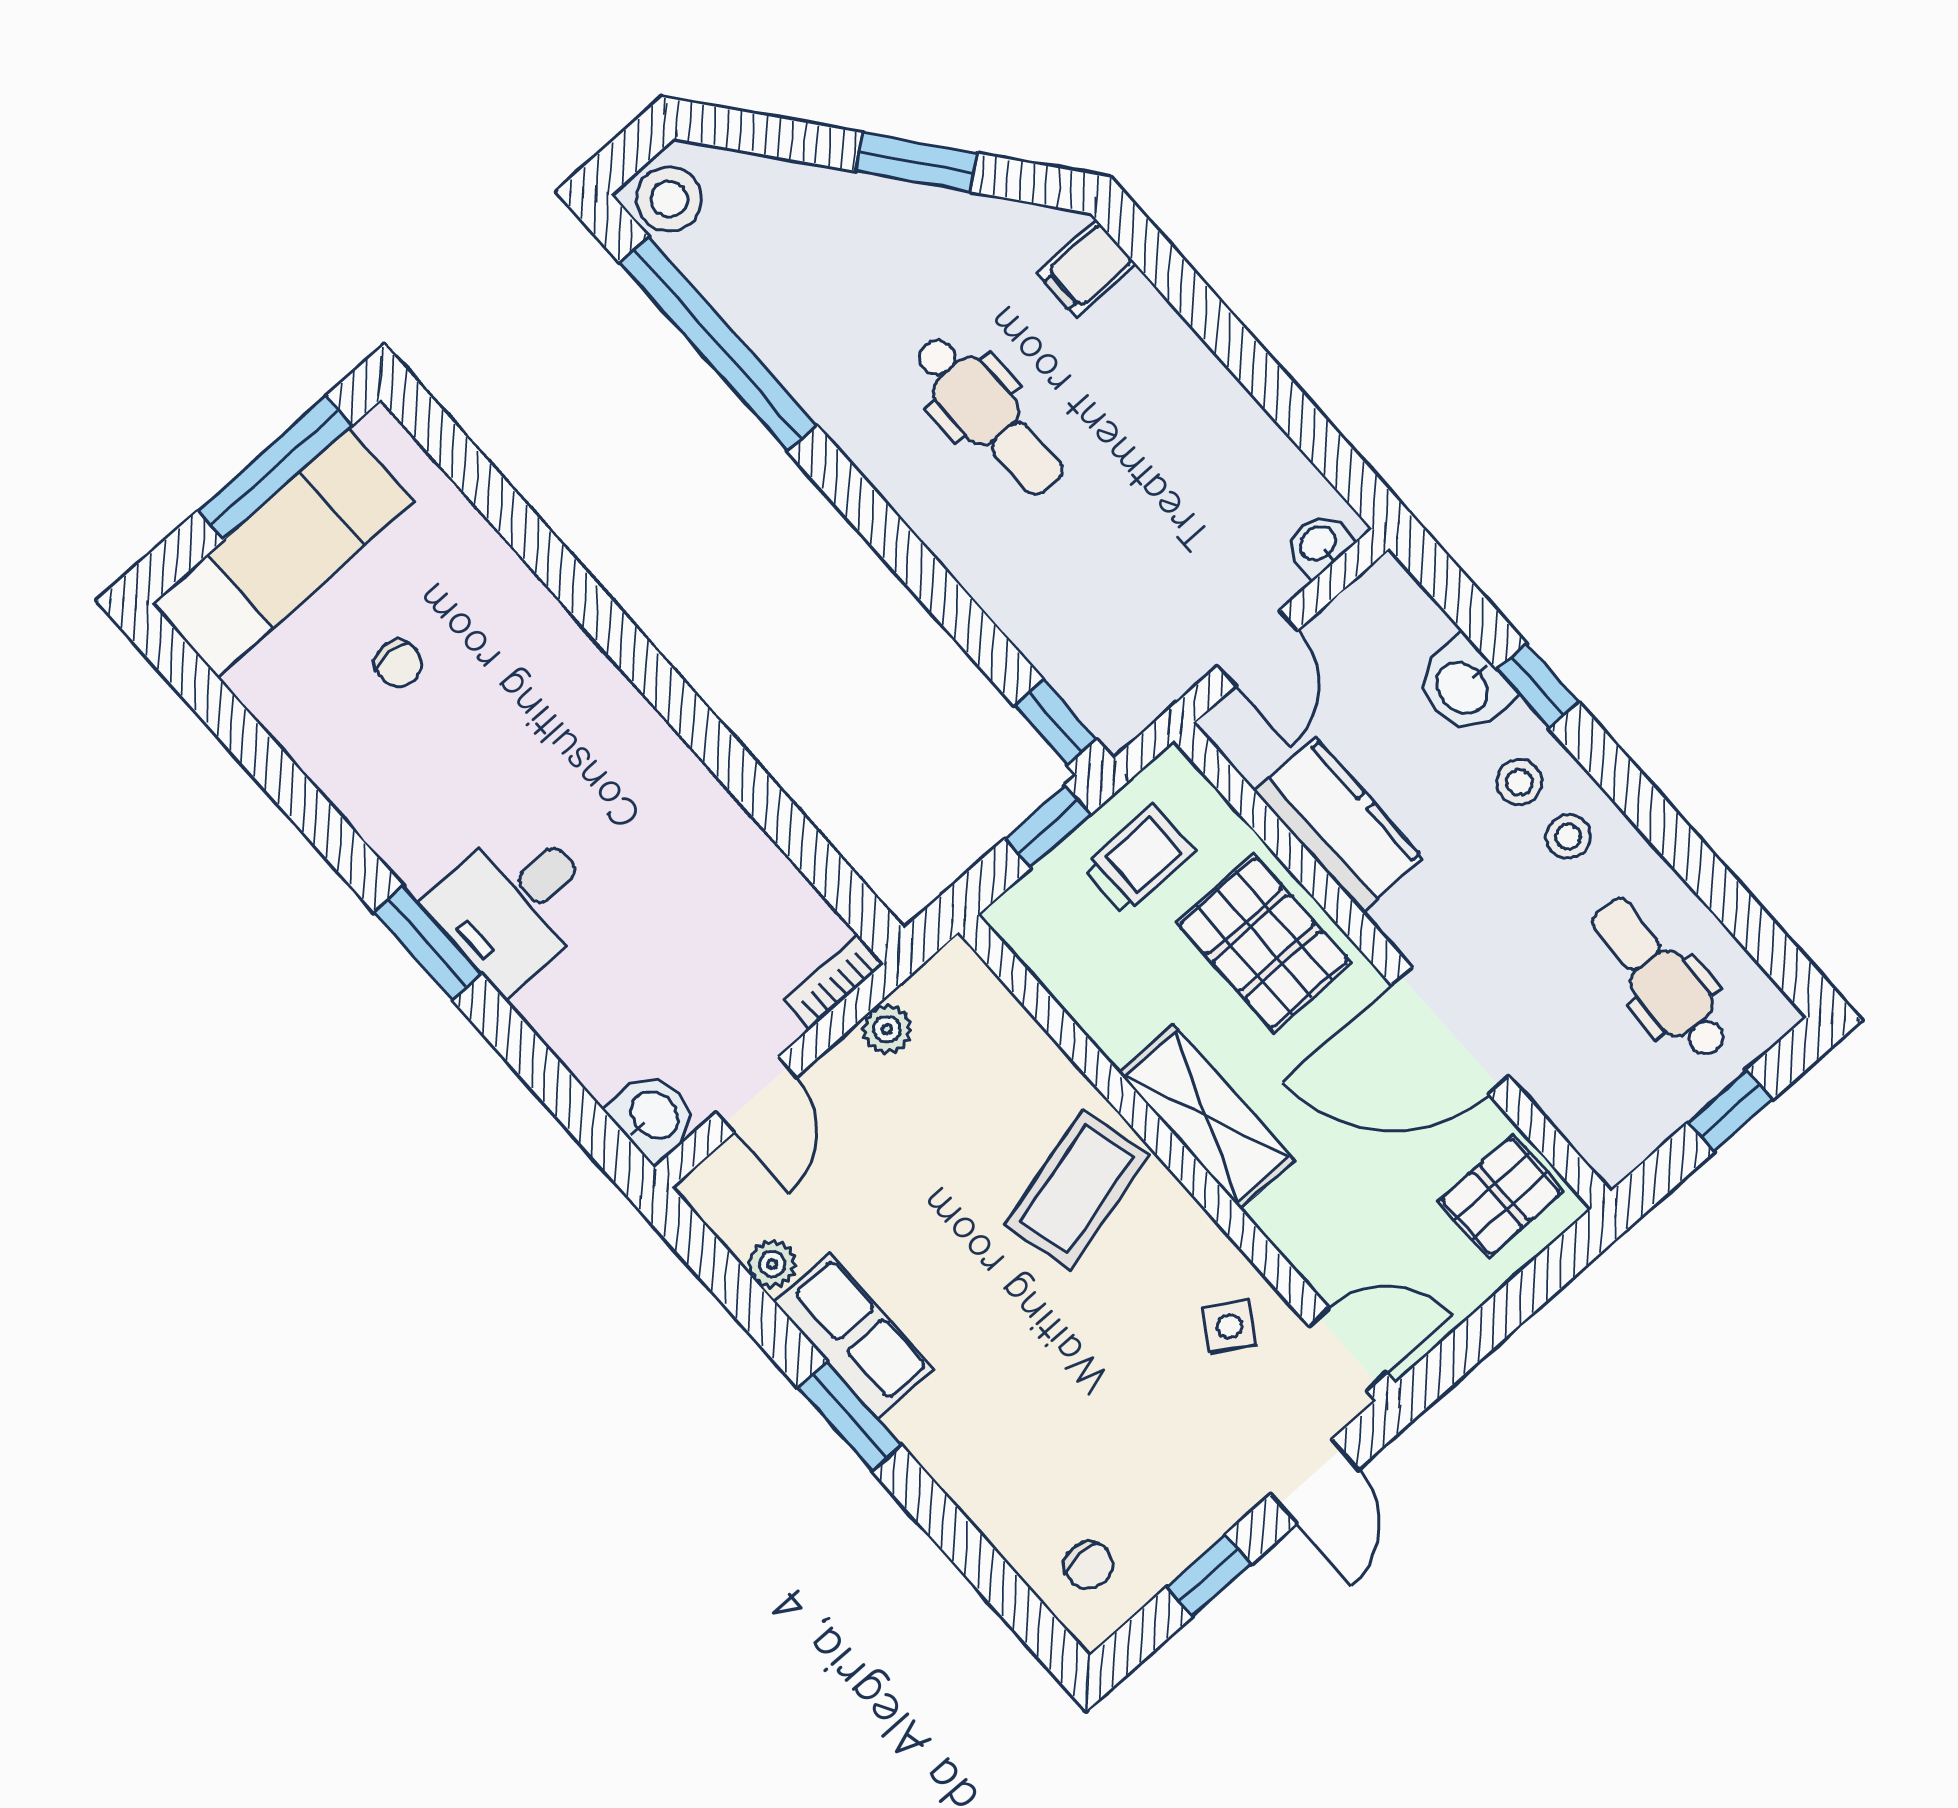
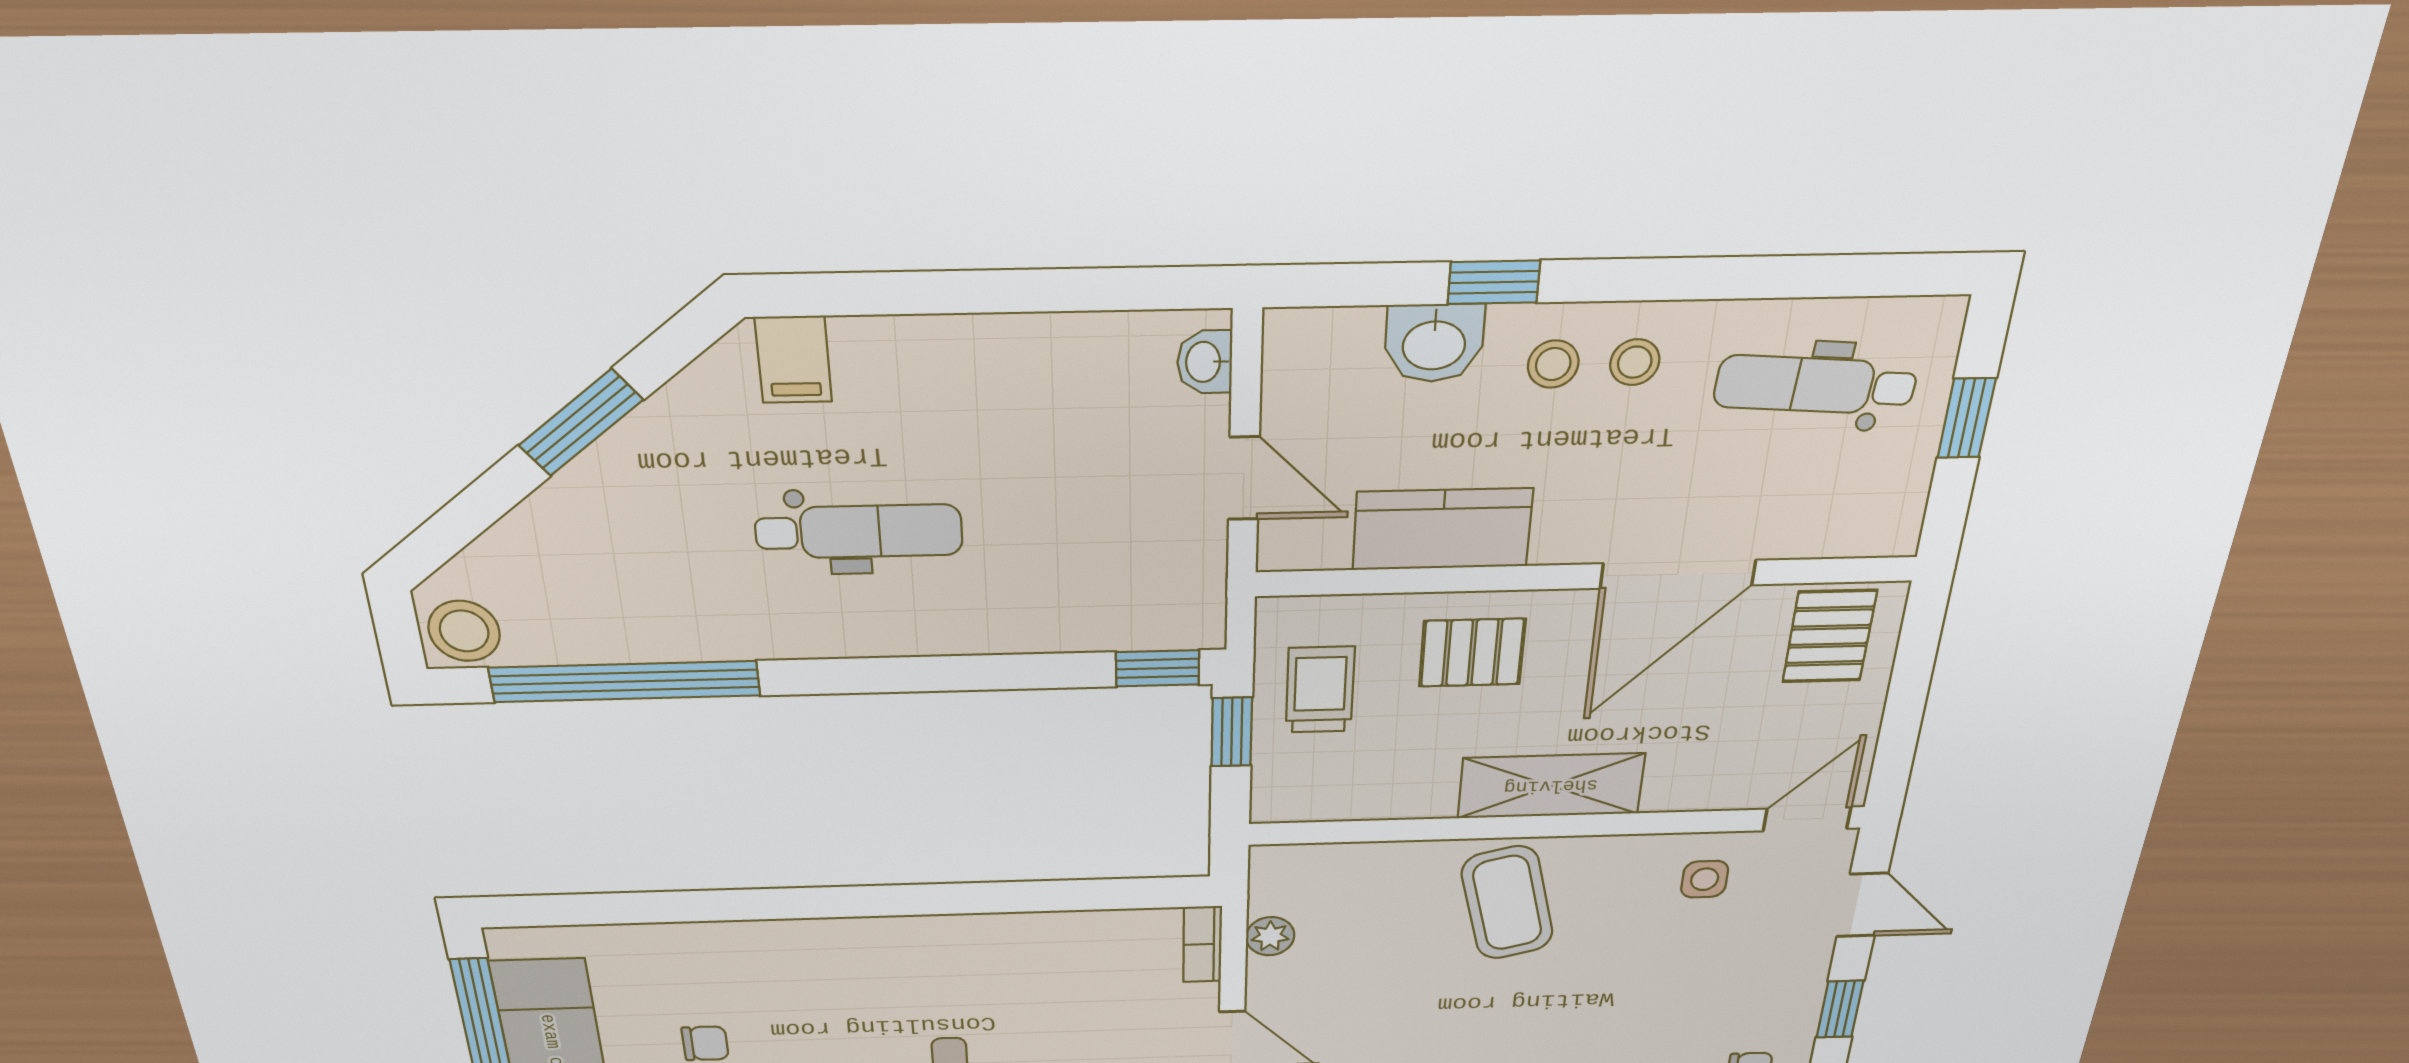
pallet: (1264, 943) -> (1472, 653), width x0.67, depth x0.71
side table: (1229, 1326) -> (1705, 879), turned -32

